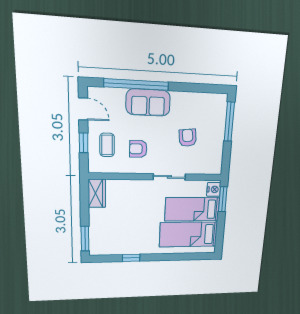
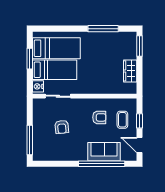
sofa: (148, 102) -> (104, 152), moved
sliding door: (169, 177) -> (58, 96), moved
wardrobe: (97, 193) -> (130, 71), moved
window: (223, 199) -> (30, 59), moved
window: (131, 258) -> (103, 29), width x2.17

